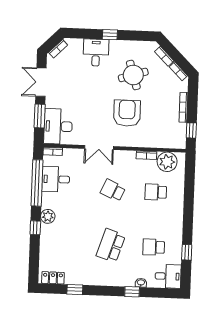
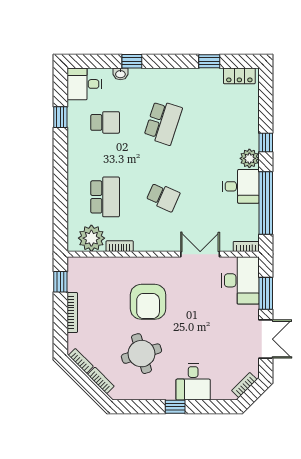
double door: (99, 147) -> (200, 254), moved
desk: (56, 179) -> (241, 186), moved
school desk: (156, 192) -> (105, 197), width x1.85

